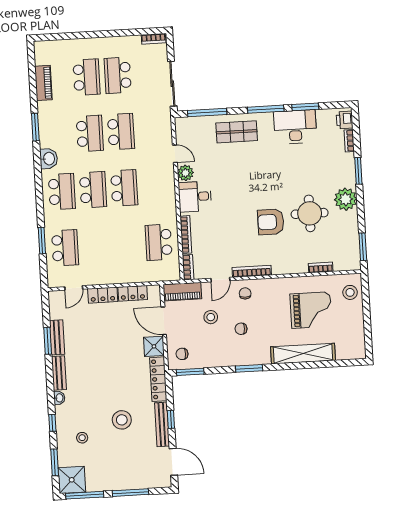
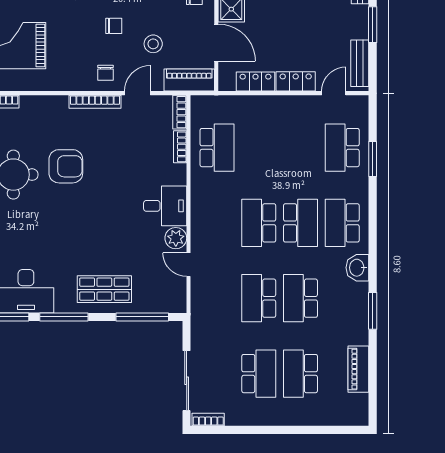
sliding door: (172, 84) -> (187, 381), moved
school desk: (93, 190) -> (300, 223), turned 180
bookcase: (186, 235) -> (180, 147), width x0.64
bench: (57, 337) -> (360, 63), moved

